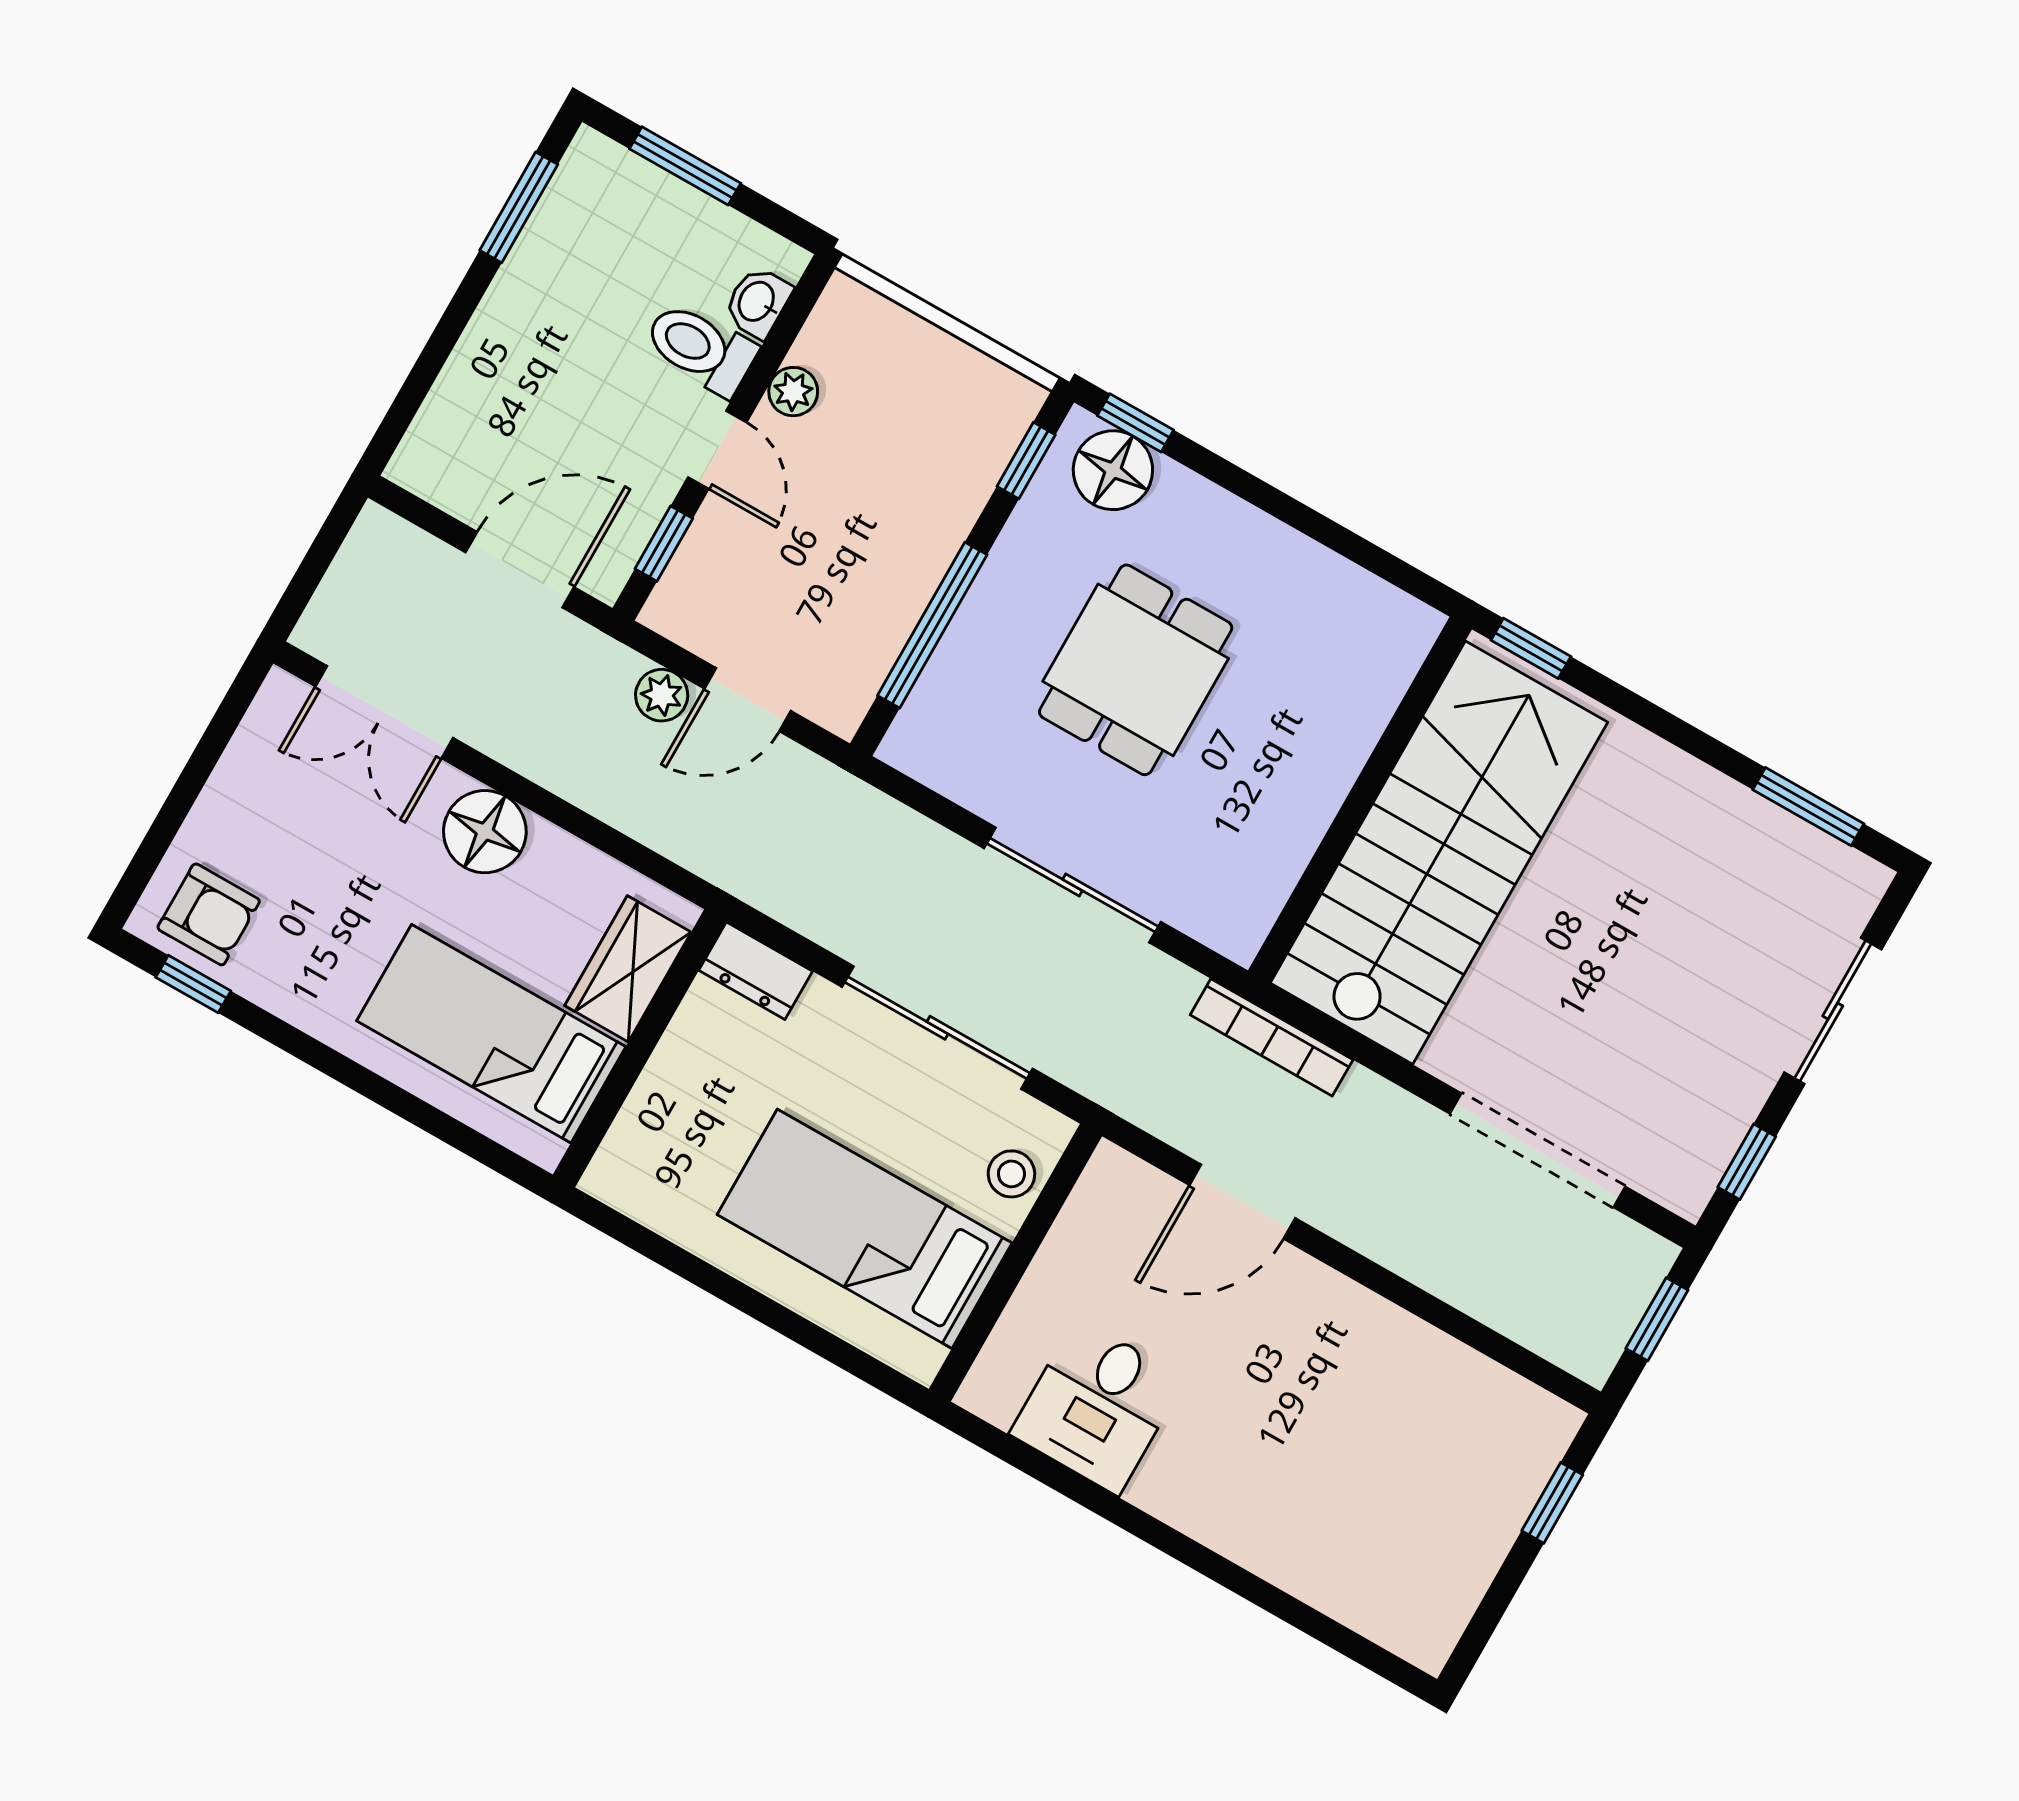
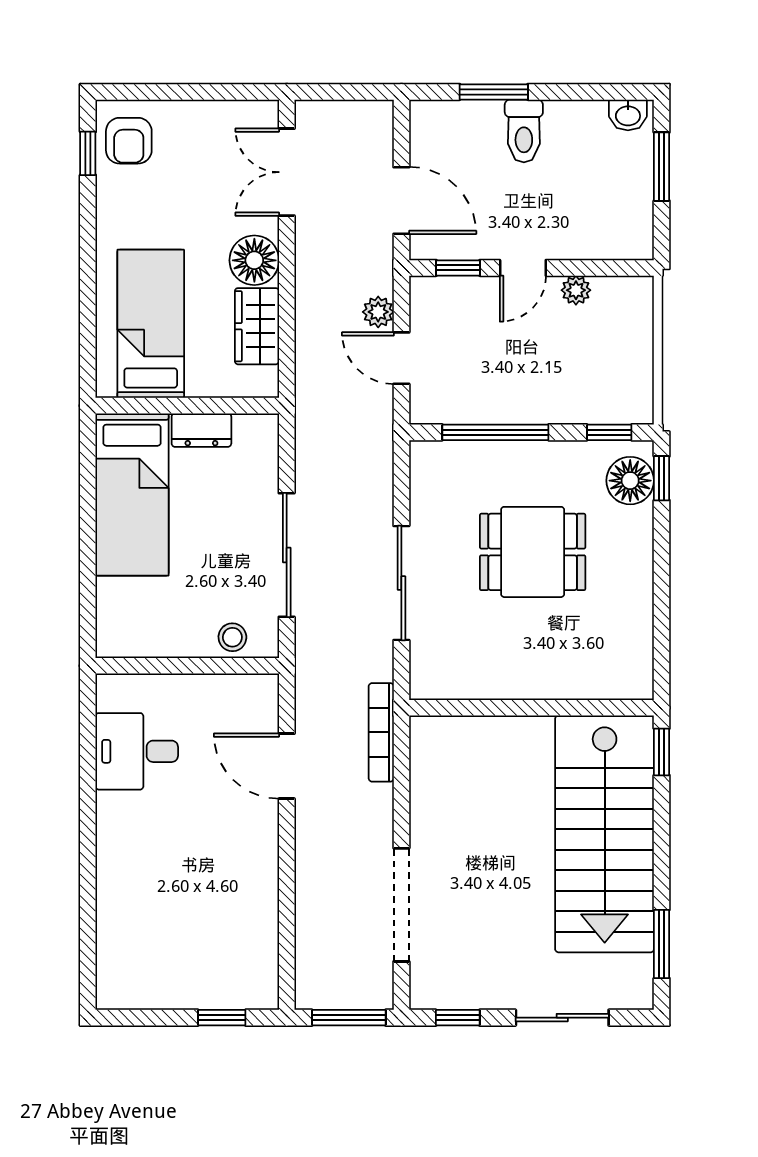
window: (519, 207) -> (494, 92), moved
washbasin: (758, 302) -> (628, 115), moved, turned 180
toilet: (700, 348) -> (524, 131), moved, turned 180
stairs: (1439, 853) -> (605, 834), moved, turned 90
wardrobe: (628, 969) -> (257, 326), moved, turned -90
dresser: (756, 971) -> (201, 430), moved, turned -90
bed: (865, 1229) -> (132, 494), moved, turned 180
window: (1657, 1319) -> (349, 1018), width x1.50

